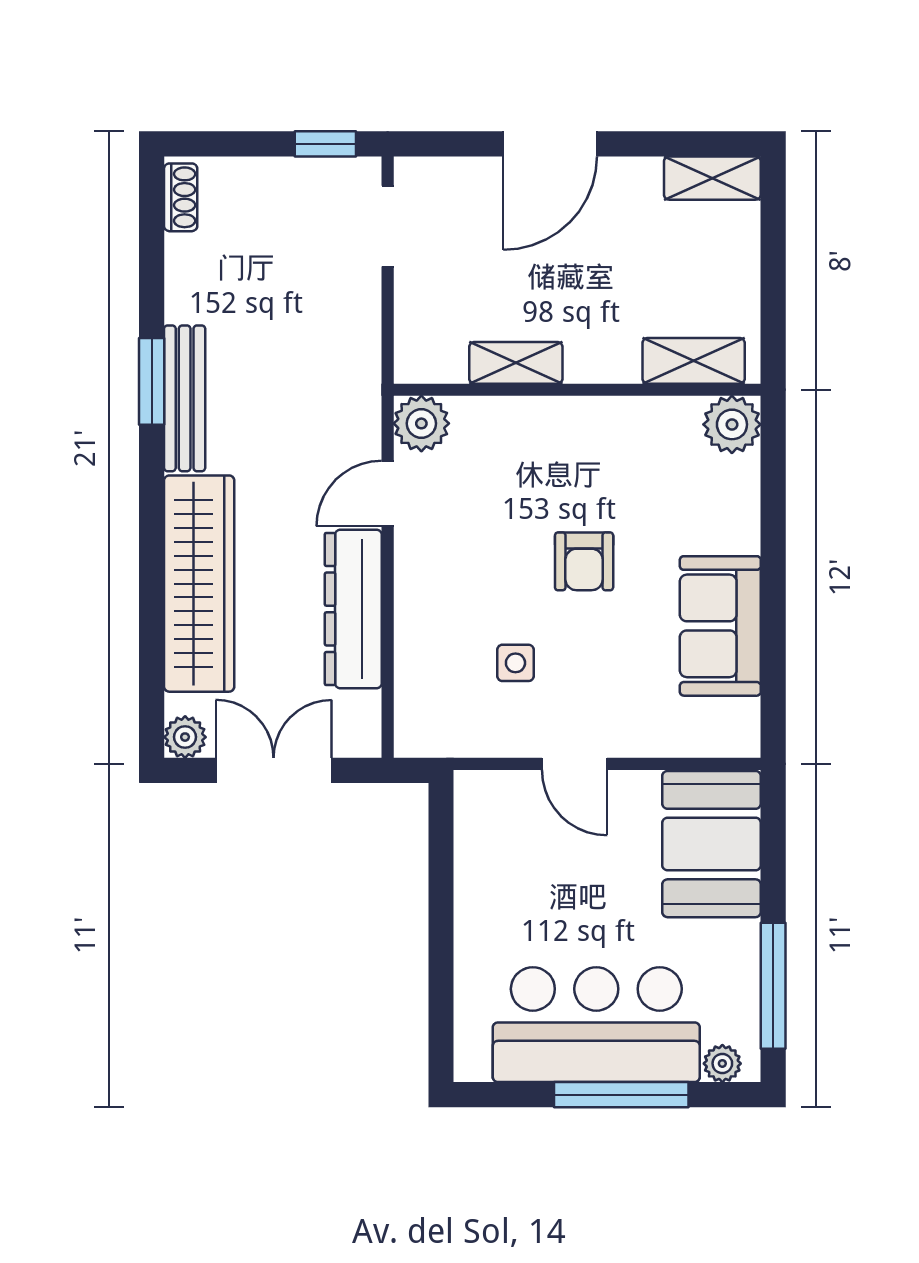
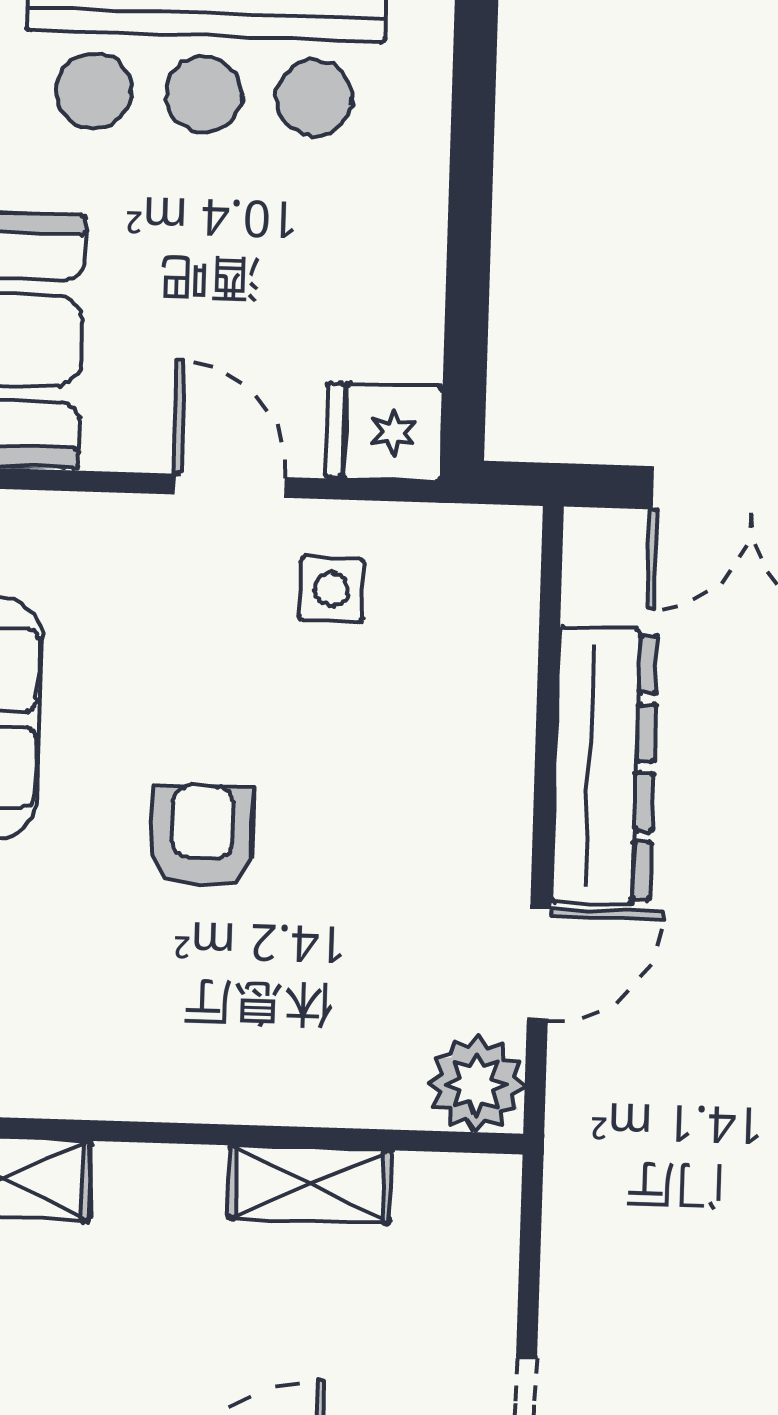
side table: (515, 663) -> (332, 590), moved
fridge: (487, 798) -> (384, 432), added

